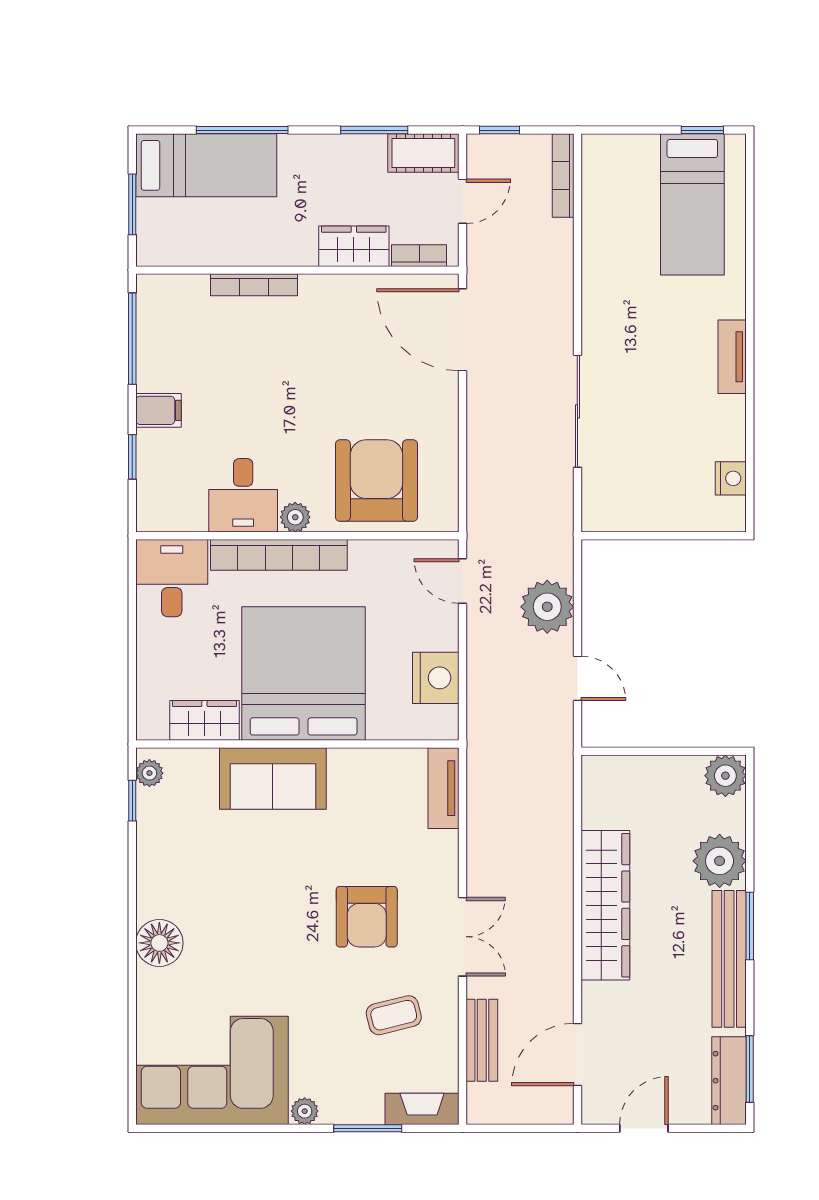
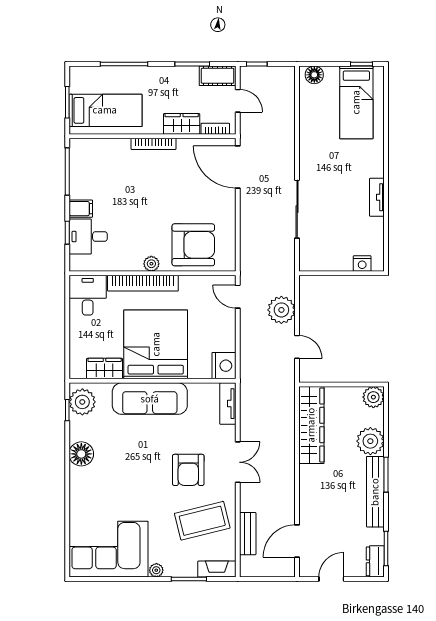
floor lamp: (611, 151) -> (314, 75), added
bed: (206, 165) -> (105, 110), moved
bookcase: (563, 176) -> (290, 87), removed
door: (463, 201) -> (238, 101), hinge flipped
bookcase: (254, 285) -> (154, 144), moved
tv unit: (732, 357) -> (377, 197), moved
nightstand: (731, 478) -> (362, 264), moved, turned 90
armchair: (376, 481) -> (193, 245), turned 90
desk: (243, 495) -> (88, 237), moved, turned 90
nightstand: (436, 678) -> (224, 366), moved
plant: (149, 773) -> (82, 402), width x1.88, depth x1.88
sofa: (273, 778) -> (150, 399), width x1.36
wardrobe: (605, 905) -> (311, 425), moved
double door: (463, 937) -> (238, 462), moved
floor lamp: (159, 943) -> (81, 454), moved
coffee table: (394, 1015) -> (202, 521), width x1.86, depth x1.72
dresser: (729, 1081) -> (375, 561), width x0.70

